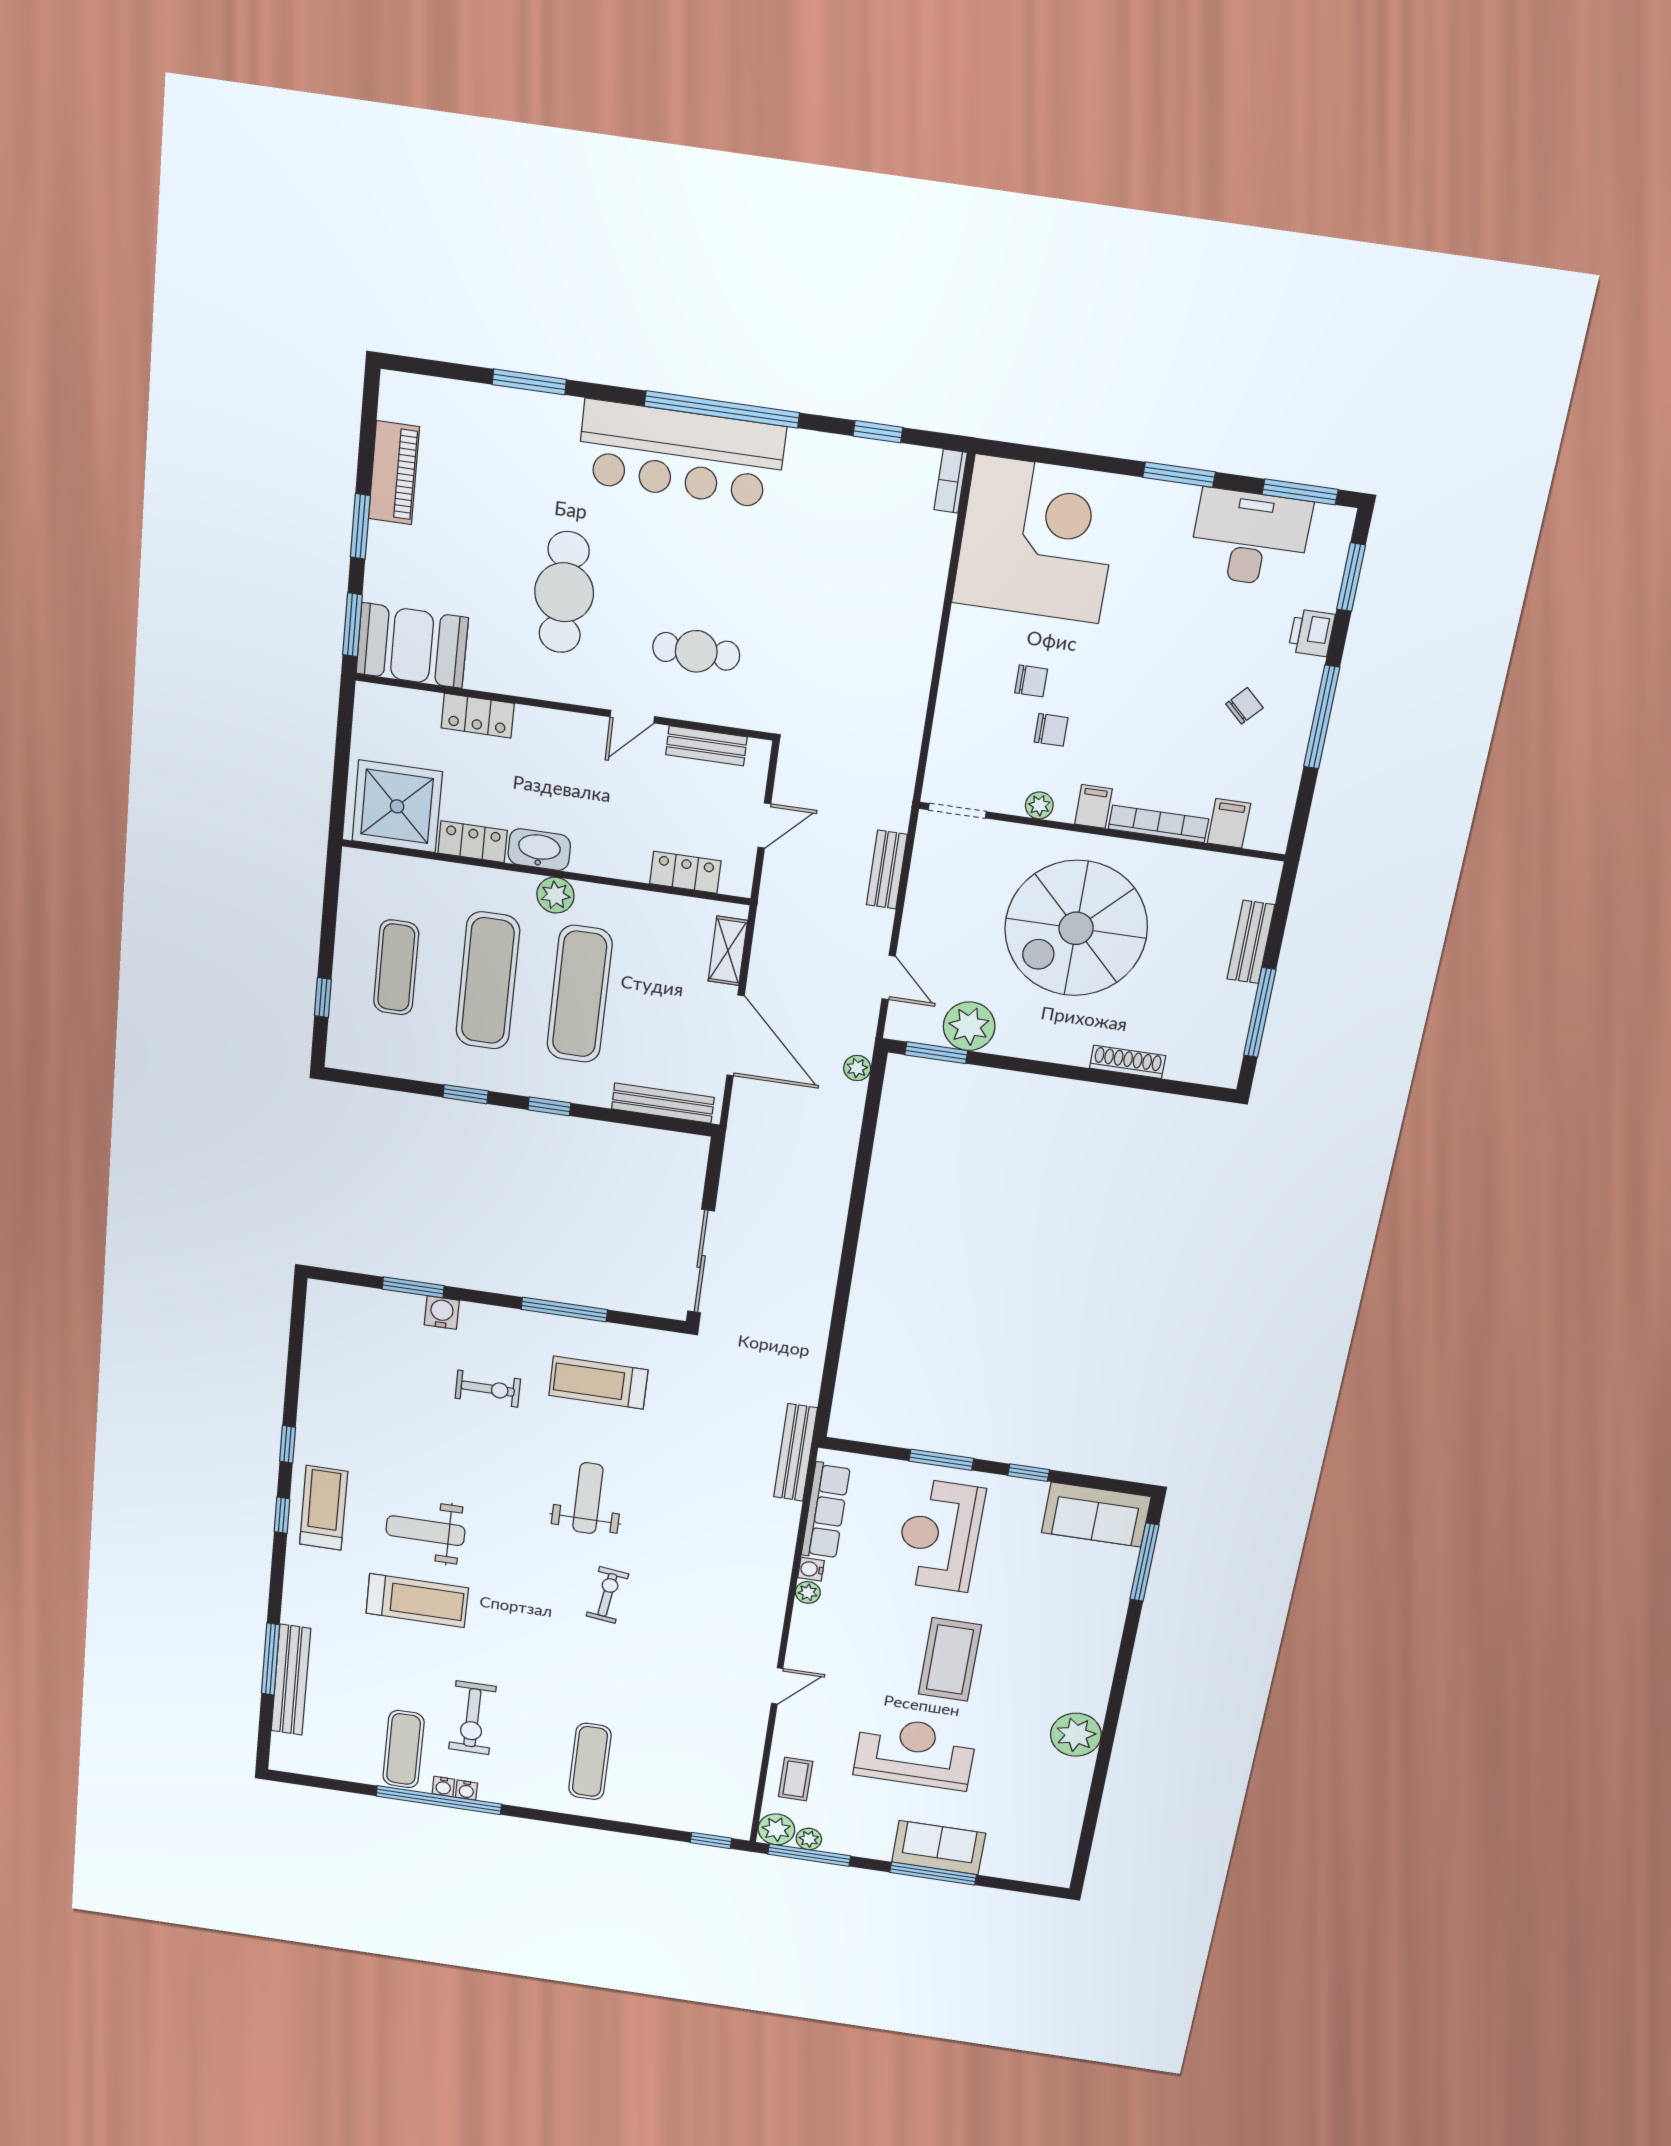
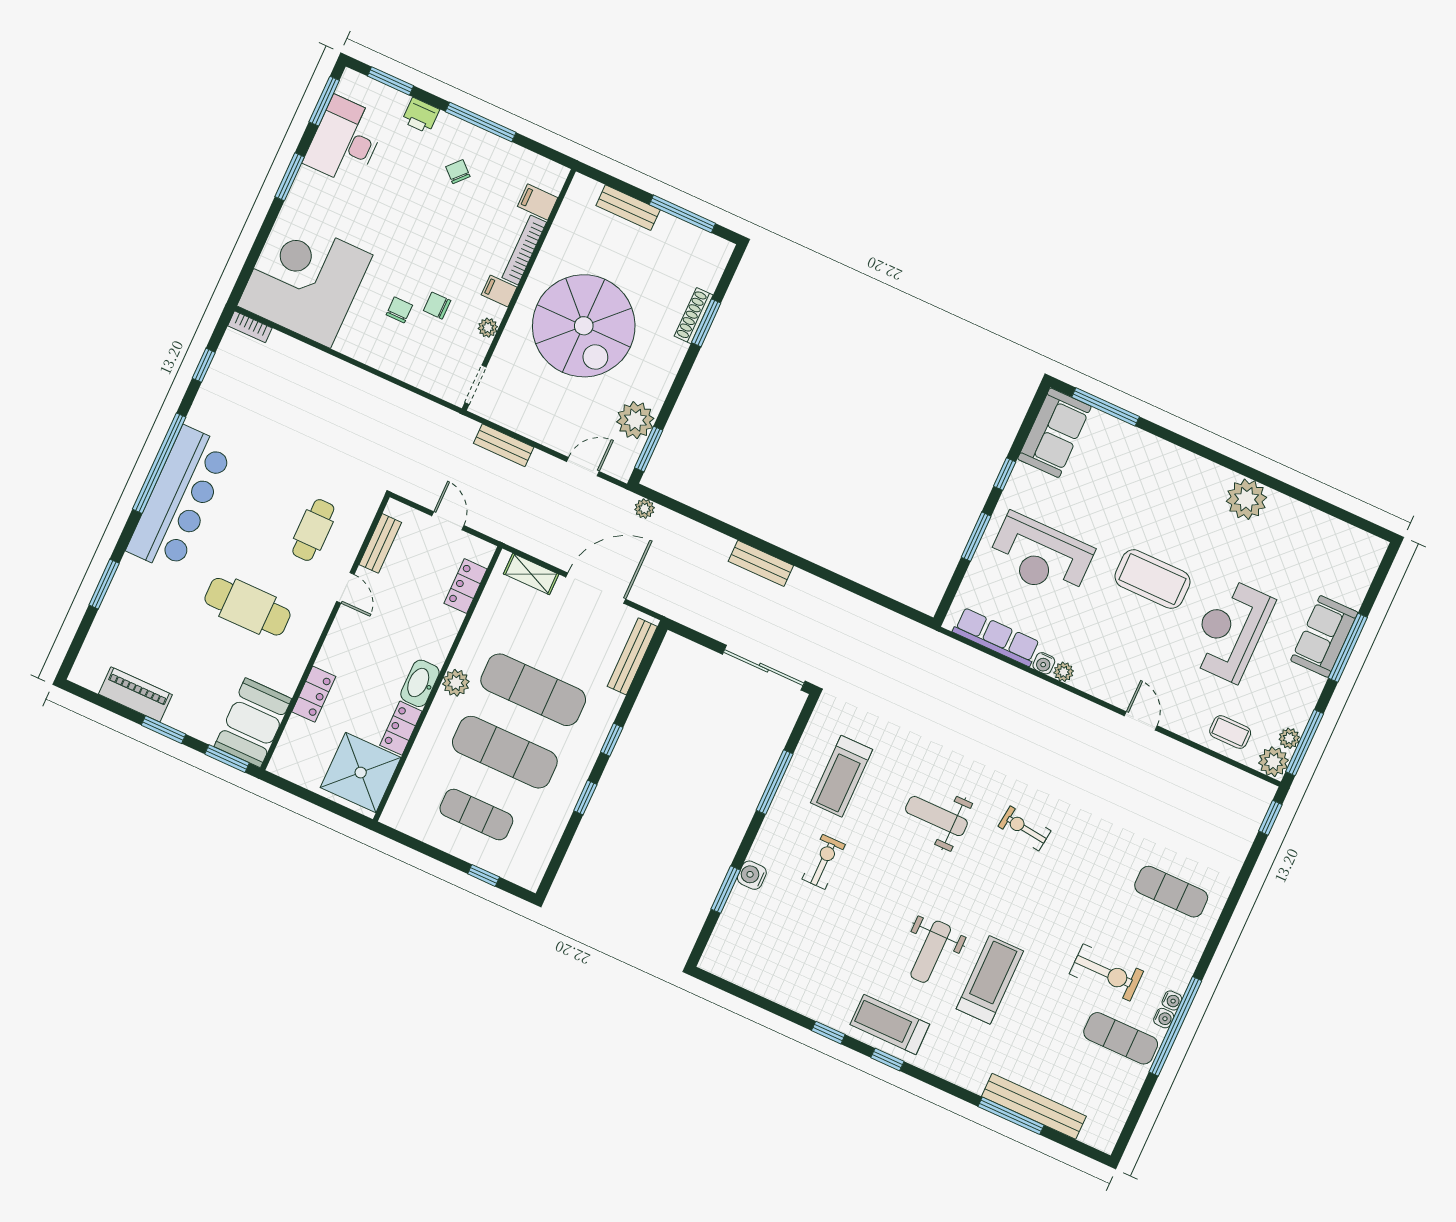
chair: (1051, 730) -> (437, 306), turned -90
window: (1122, 1080) -> (706, 323), added
bench: (795, 1453) -> (761, 563), moved, width x0.73

